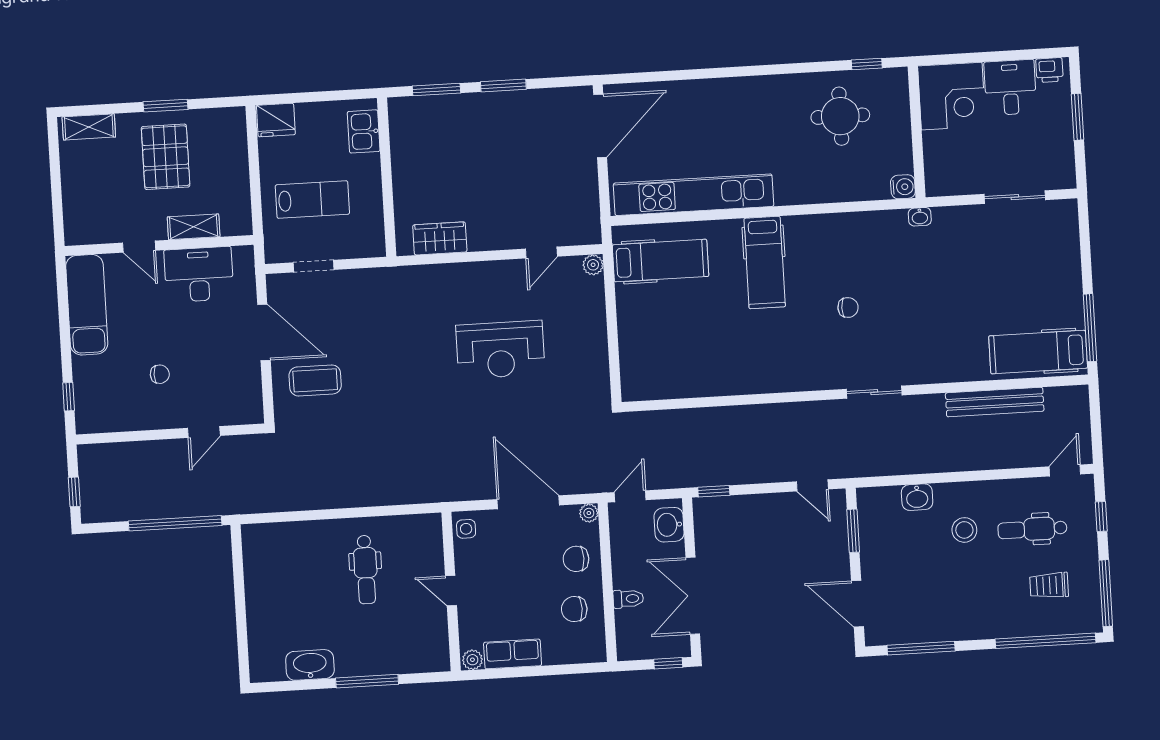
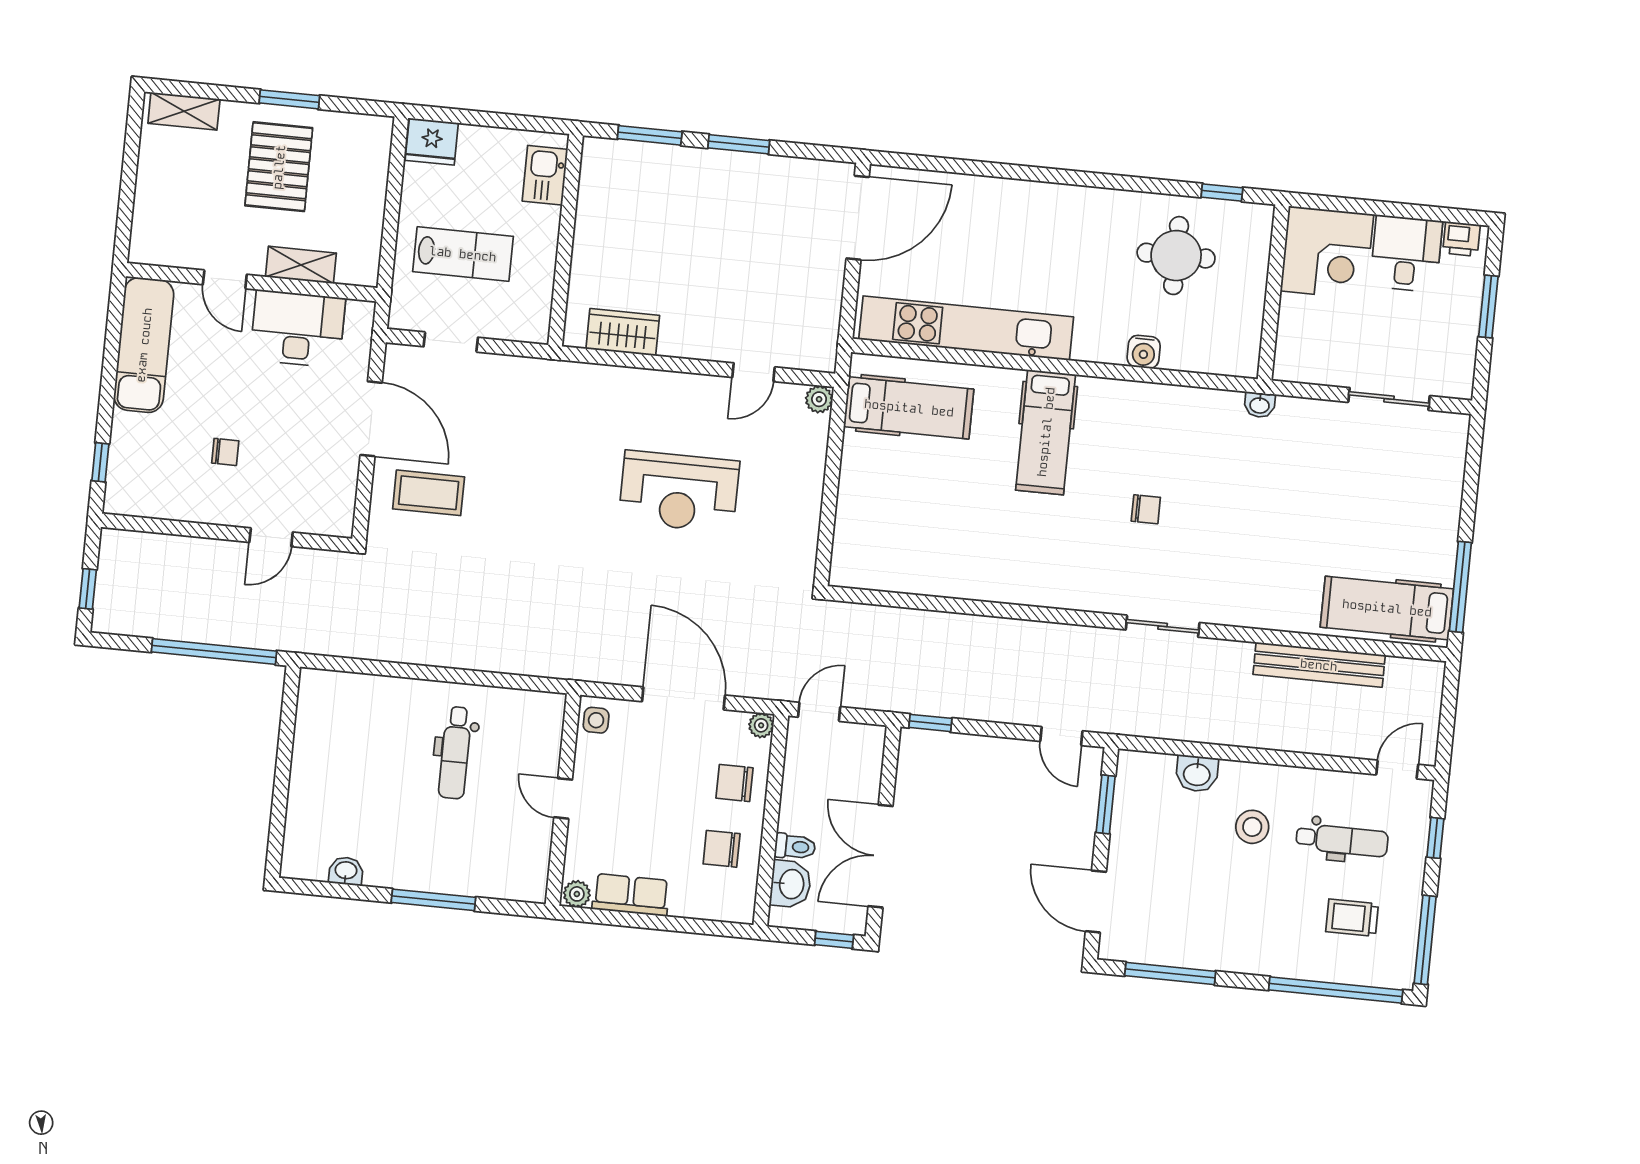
water cooler: (903, 187) -> (1144, 352), moved, turned 90
washbasin: (669, 525) -> (791, 884), moved, turned 180
dental chair: (1032, 529) -> (1342, 840), turned 180
washbasin: (310, 665) -> (346, 871), width x0.52, depth x0.69

